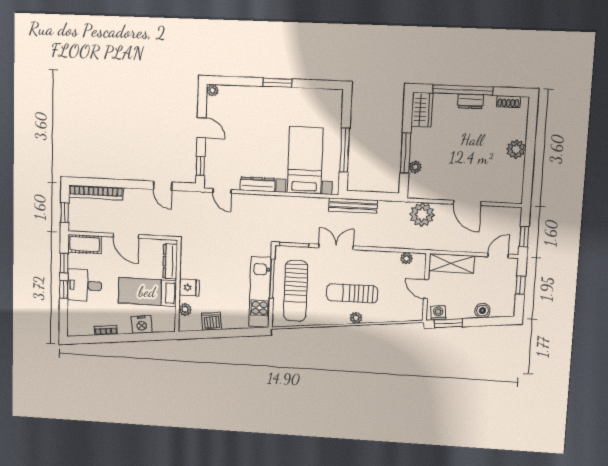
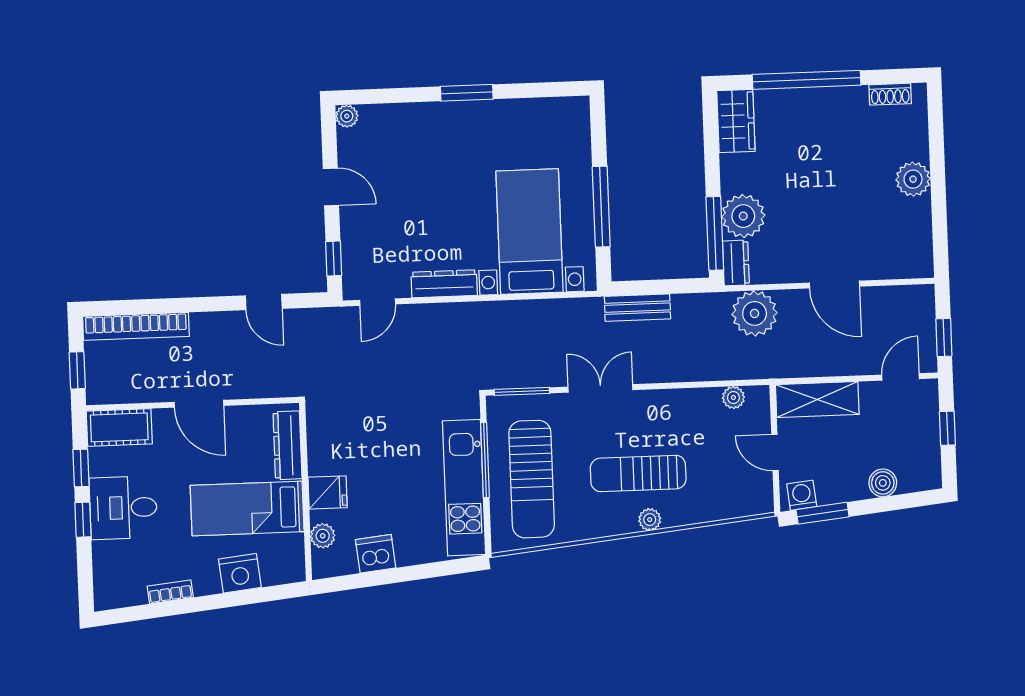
dresser: (470, 101) -> (736, 263), moved, turned -90
window: (406, 153) -> (715, 233), moved
plant: (415, 167) -> (743, 216), width x1.88, depth x1.88
door: (222, 191) -> (378, 302), hinge flipped
bench: (353, 206) -> (637, 308), width x0.73

